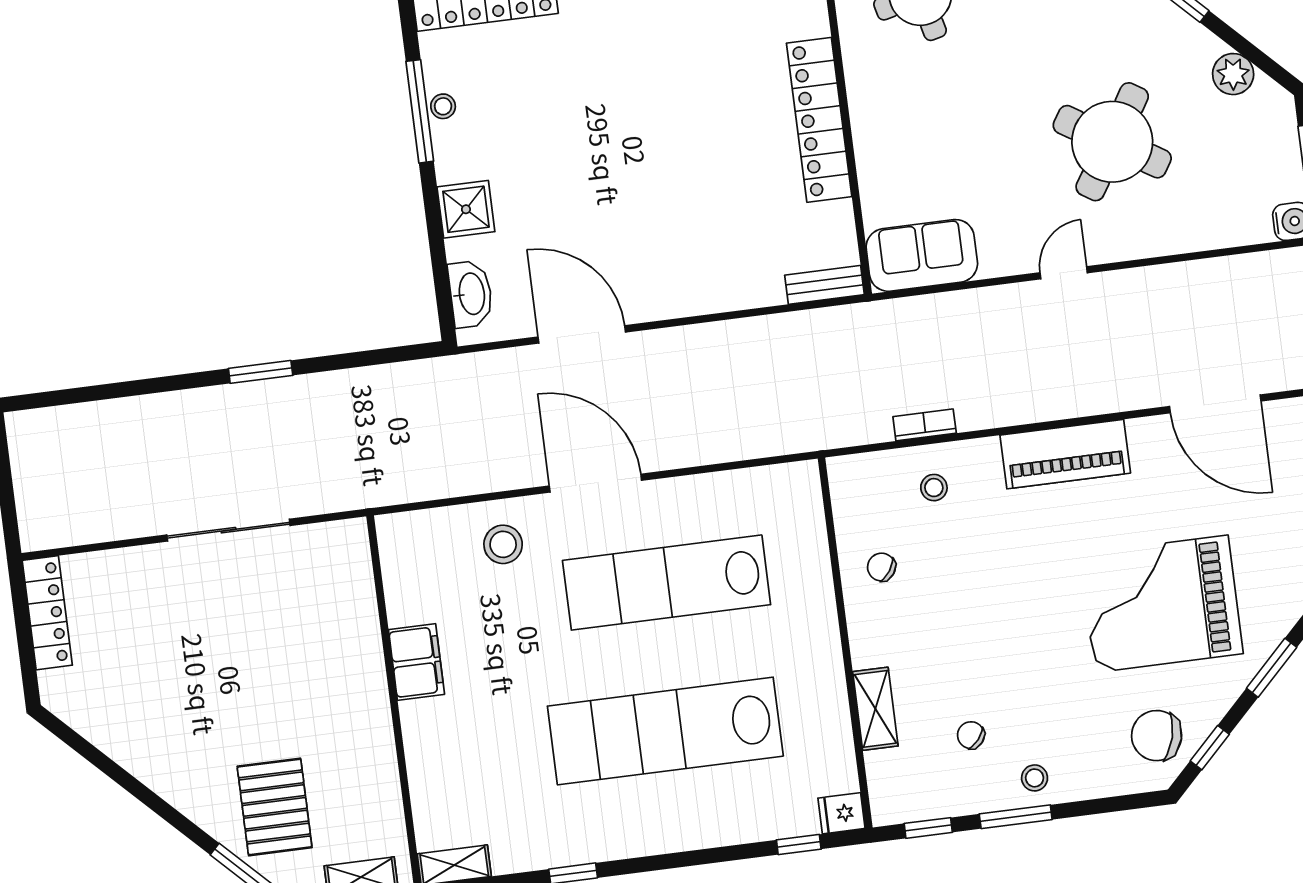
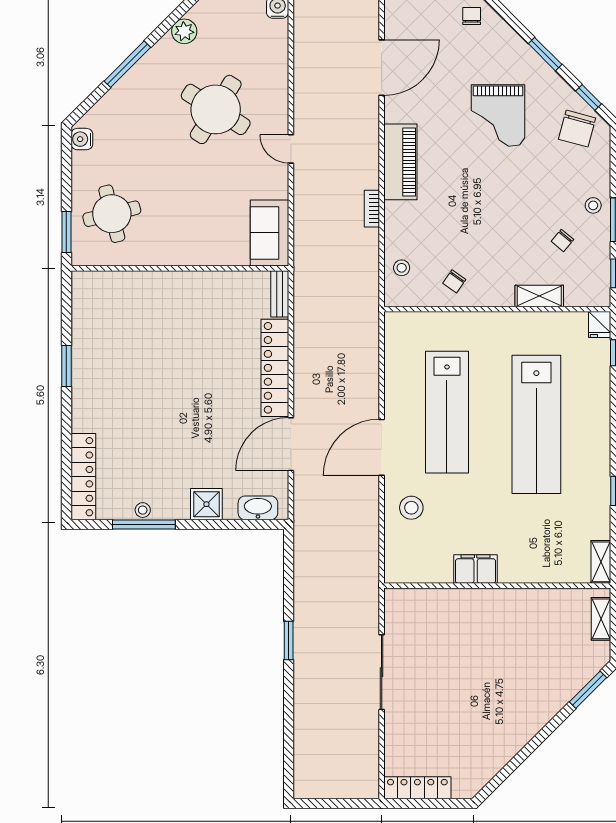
locker: (819, 120) -> (275, 368), moved, turned 90
bookcase: (925, 425) -> (372, 209), moved
stool: (934, 488) -> (402, 268), moved
grand piano: (1161, 604) -> (498, 116), width x0.73, depth x0.68
pallet: (275, 807) -> (552, 666), removed

